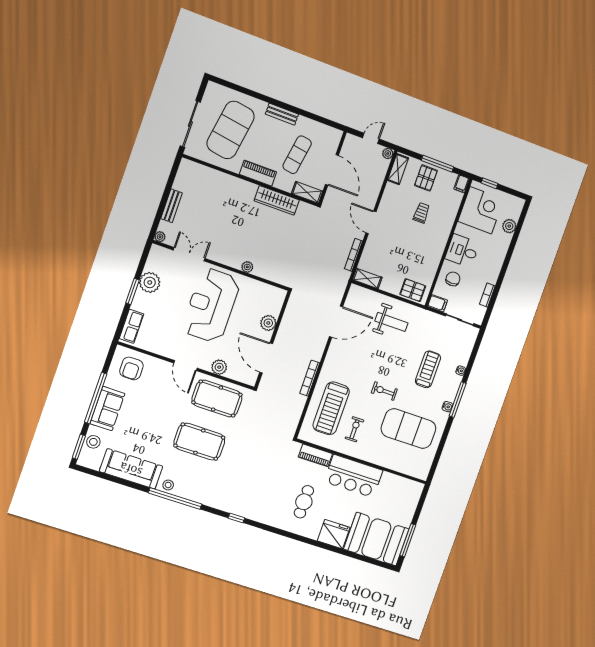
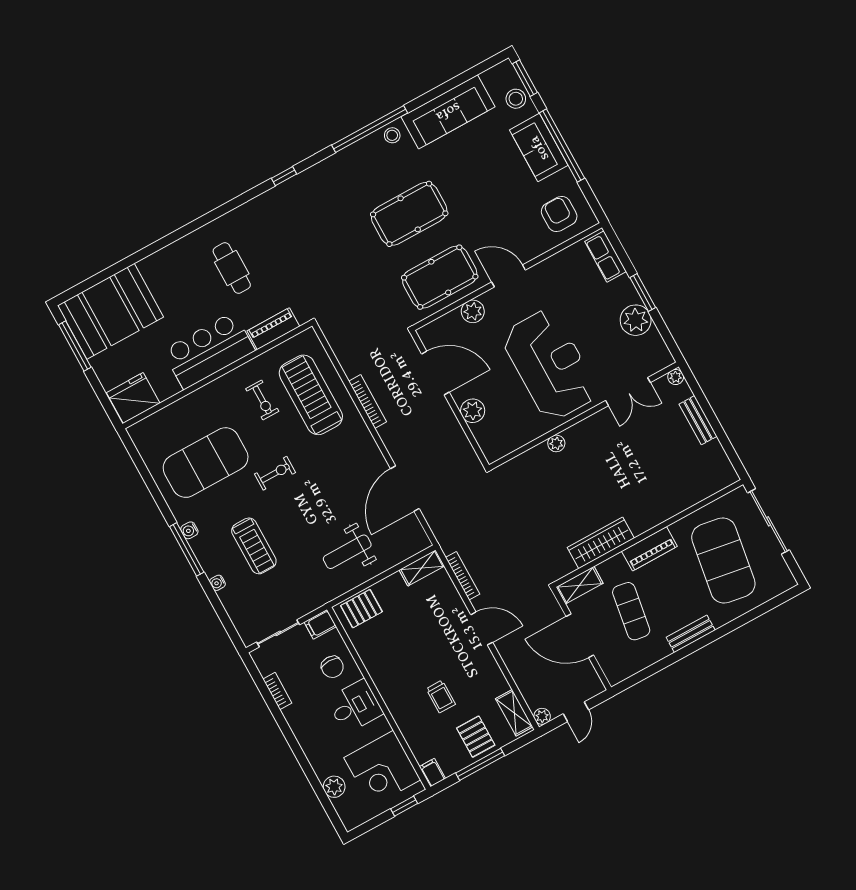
fridge: (334, 534) -> (133, 398), moved, turned 180

